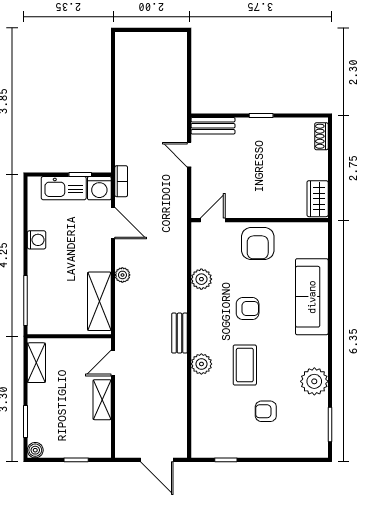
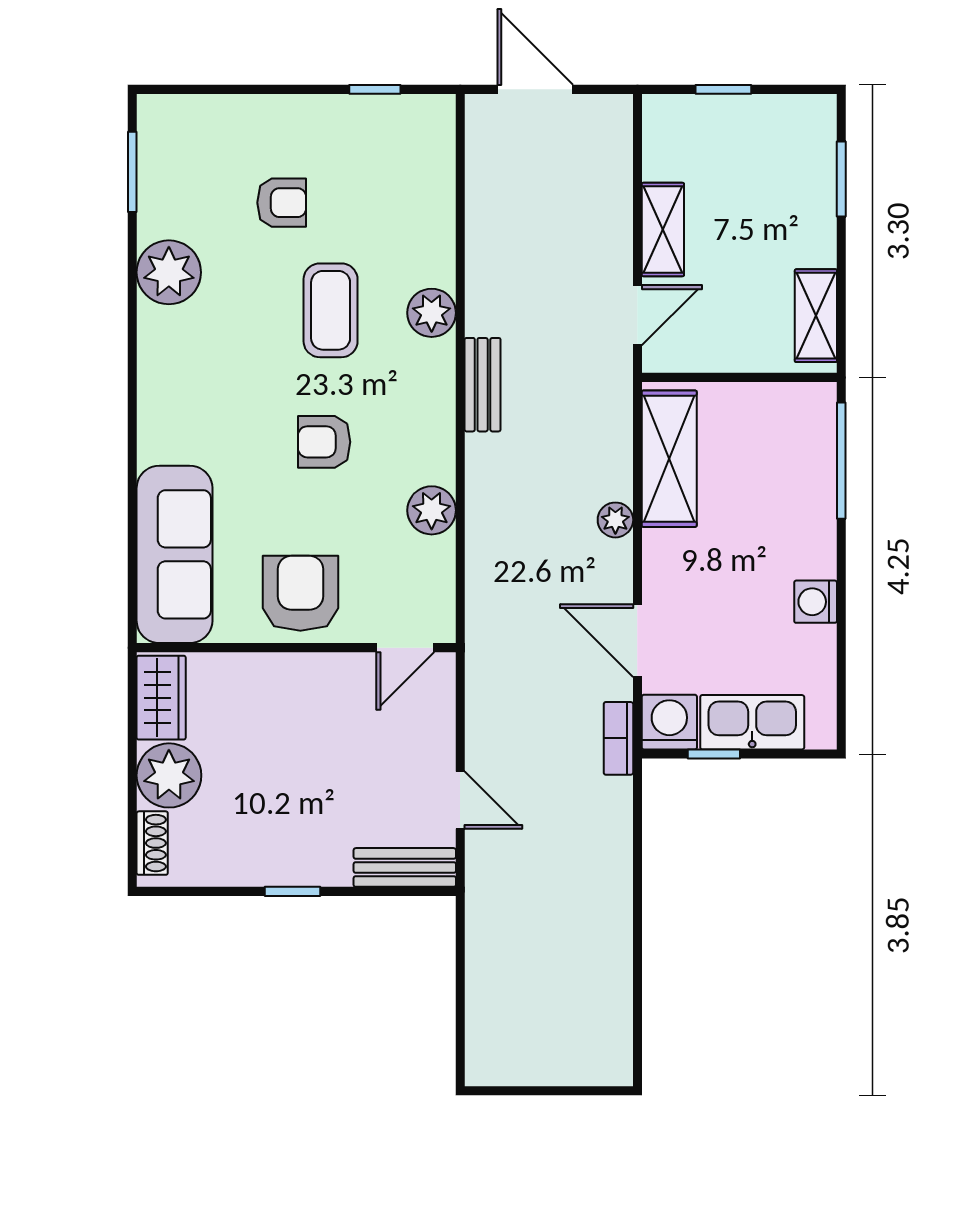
plant: (314, 165) -> (169, 775), added
sofa: (312, 297) -> (175, 554), moved
boiler: (35, 450) -> (819, 112), removed

